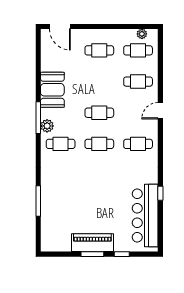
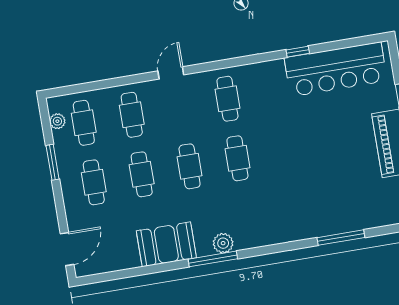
window: (116, 26) -> (53, 162), added
door: (160, 111) -> (171, 73), swing flipped
cafe table: (61, 144) -> (142, 174), moved

